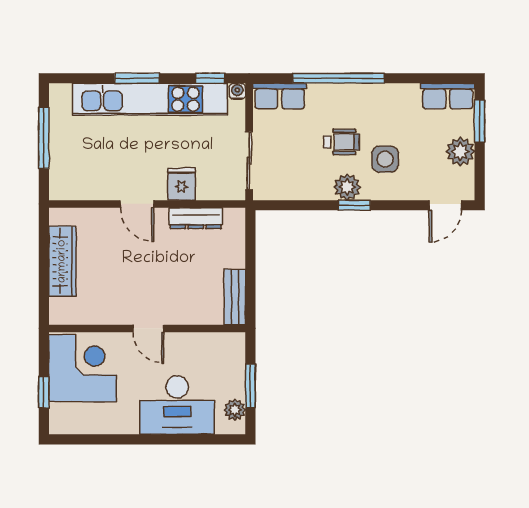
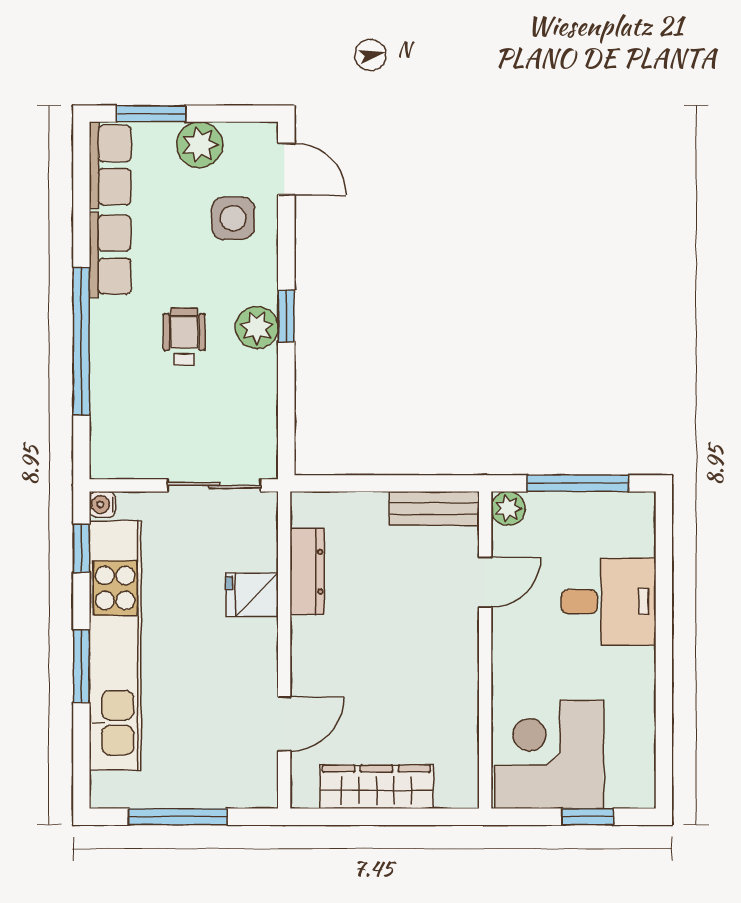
row of seats: (280, 96) -> (110, 255), moved
side table: (385, 159) -> (233, 218), moved
door: (137, 204) -> (284, 724), moved
door: (148, 328) -> (485, 582), moved
window: (250, 386) -> (578, 483), width x1.44
desk: (177, 405) -> (609, 602), width x0.73
plant: (235, 410) -> (508, 508), moved

